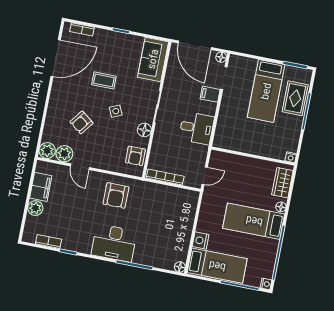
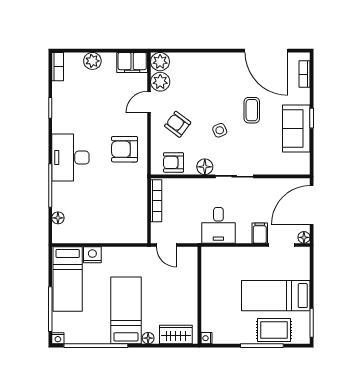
sofa: (153, 59) -> (296, 128), moved, turned -90
armchair: (82, 122) -> (178, 124), moved
filing cabinet: (41, 187) -> (132, 62), moved
bookcase: (48, 241) -> (58, 67), moved
floor lamp: (180, 267) -> (58, 218), moved

